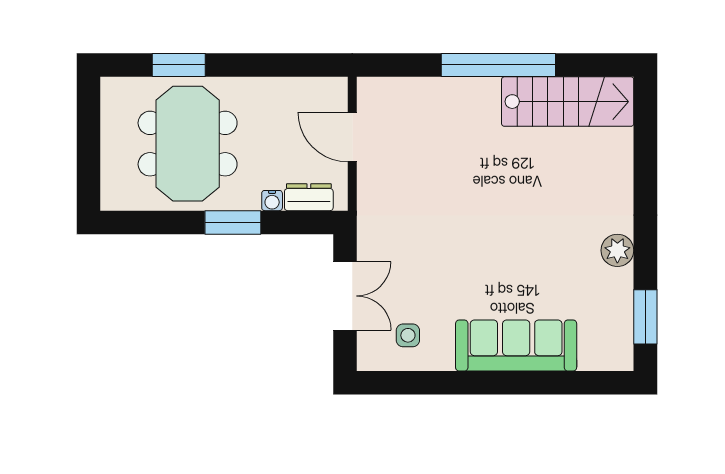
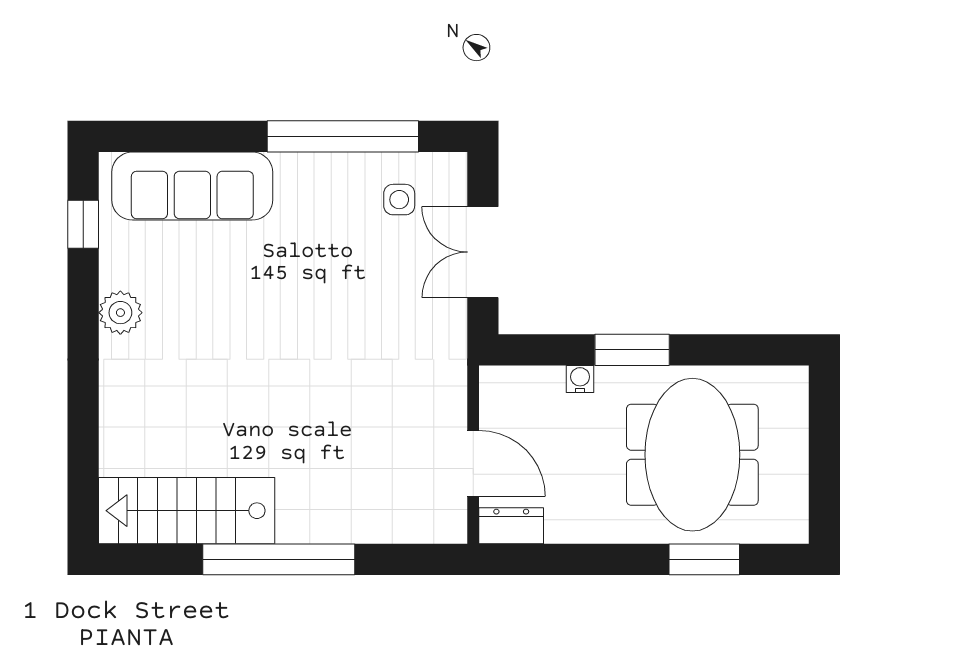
dresser: (309, 197) -> (511, 526), moved, turned 180
window: (645, 317) -> (83, 224), width x0.67
sofa: (516, 345) -> (192, 186), moved
window: (450, 383) -> (343, 136), added

